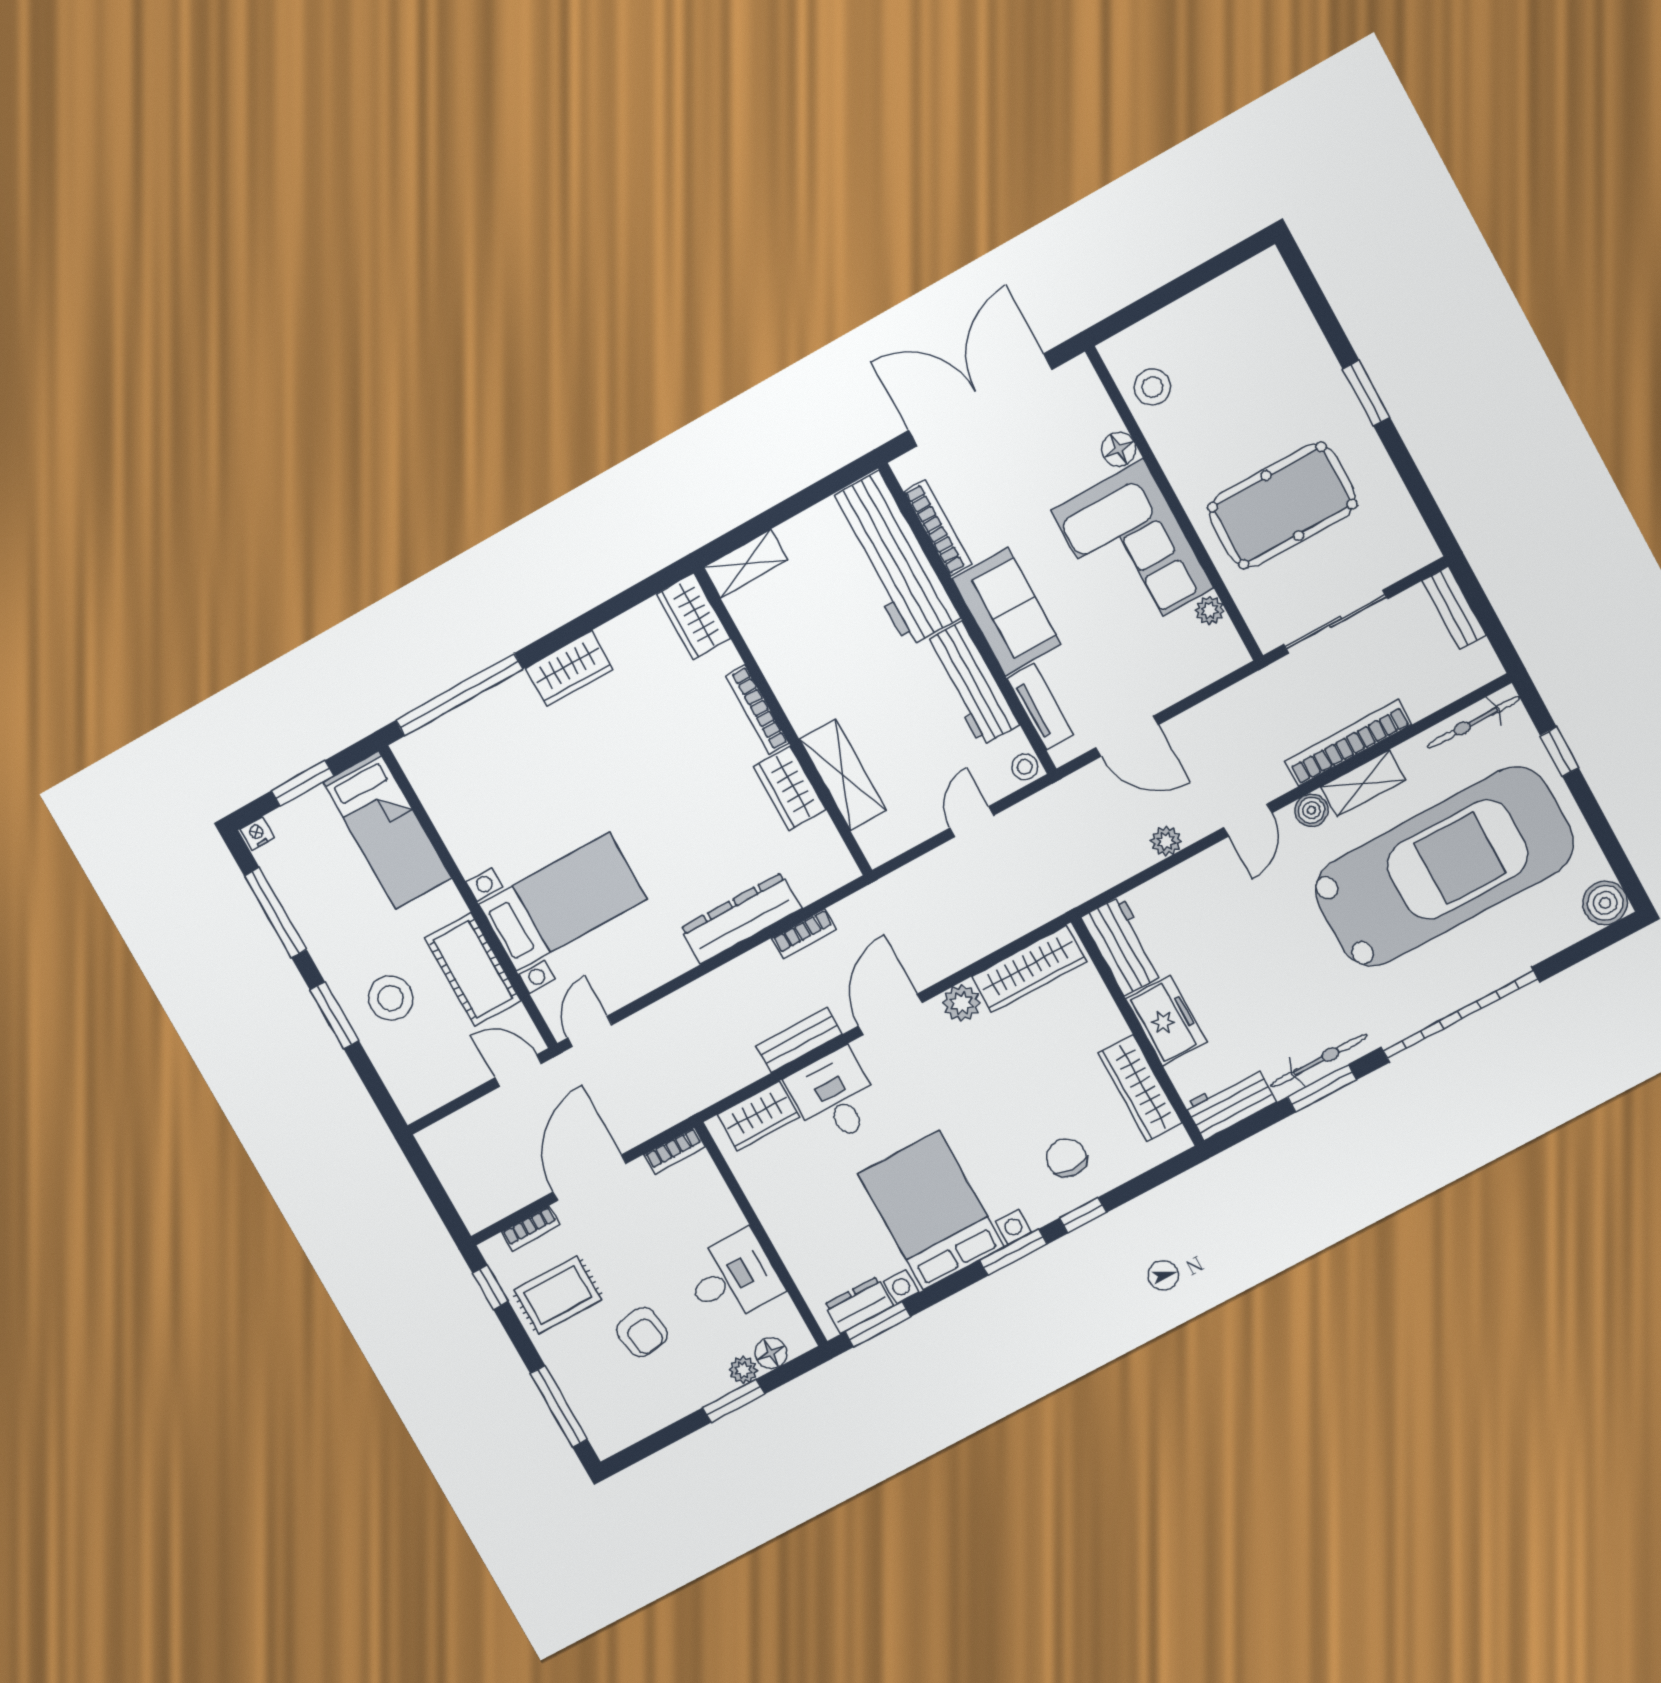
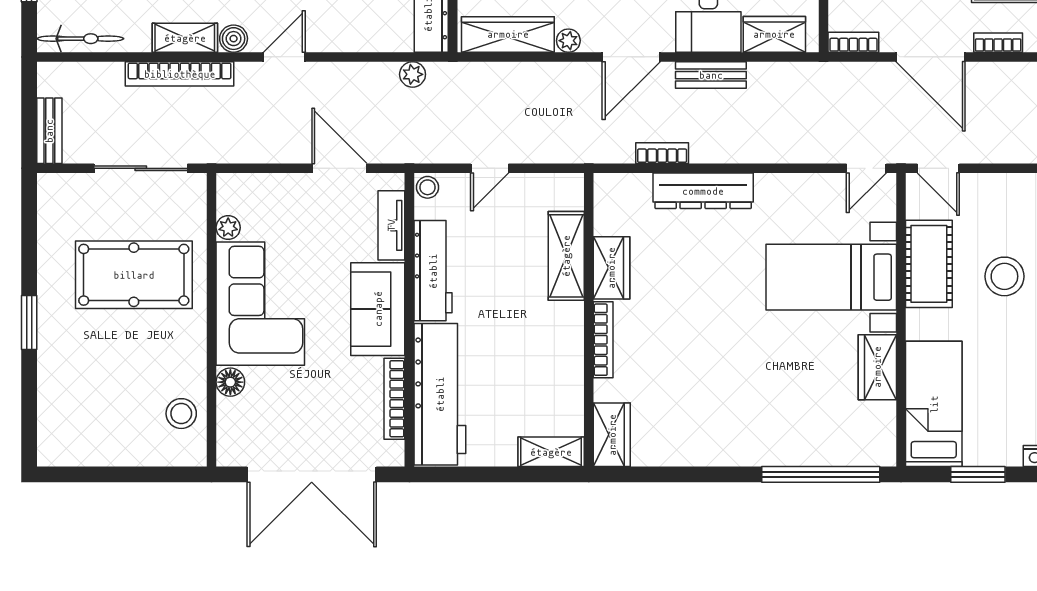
wardrobe: (569, 669) -> (877, 367), moved, turned -90
plant: (1166, 841) -> (413, 74), moved
plant: (962, 1003) -> (568, 41), width x0.73, depth x0.73
door: (590, 1178) -> (930, 57), hinge flipped

